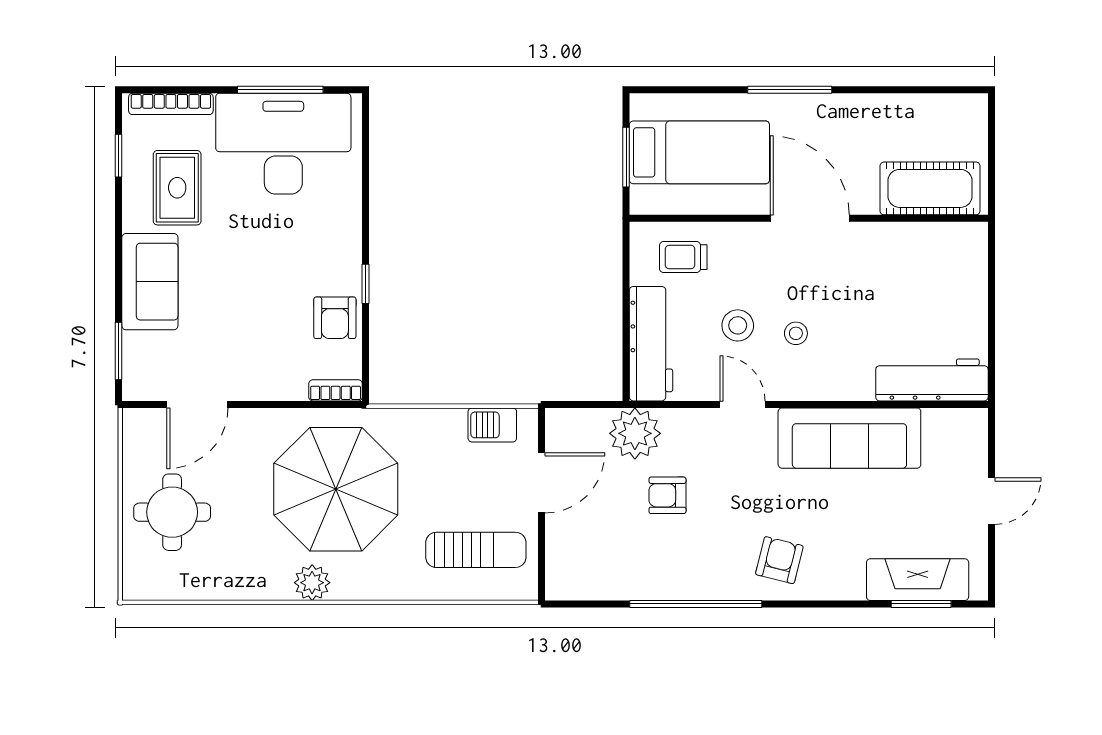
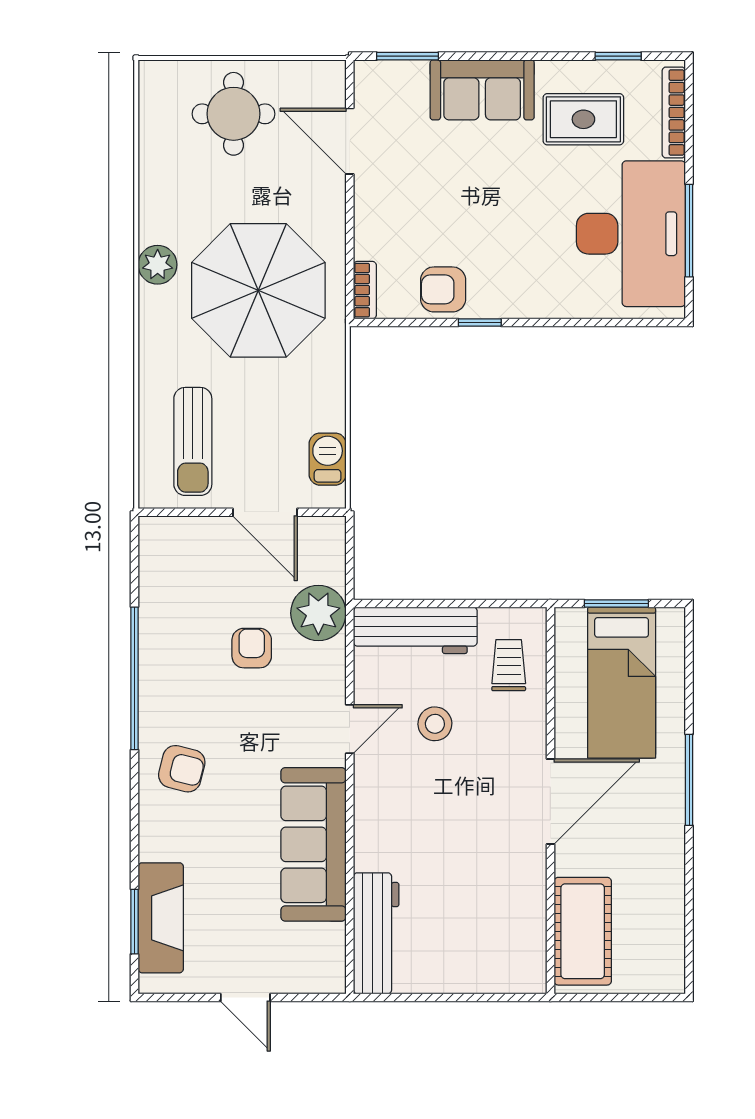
stool: (796, 333) -> (426, 787), removed

